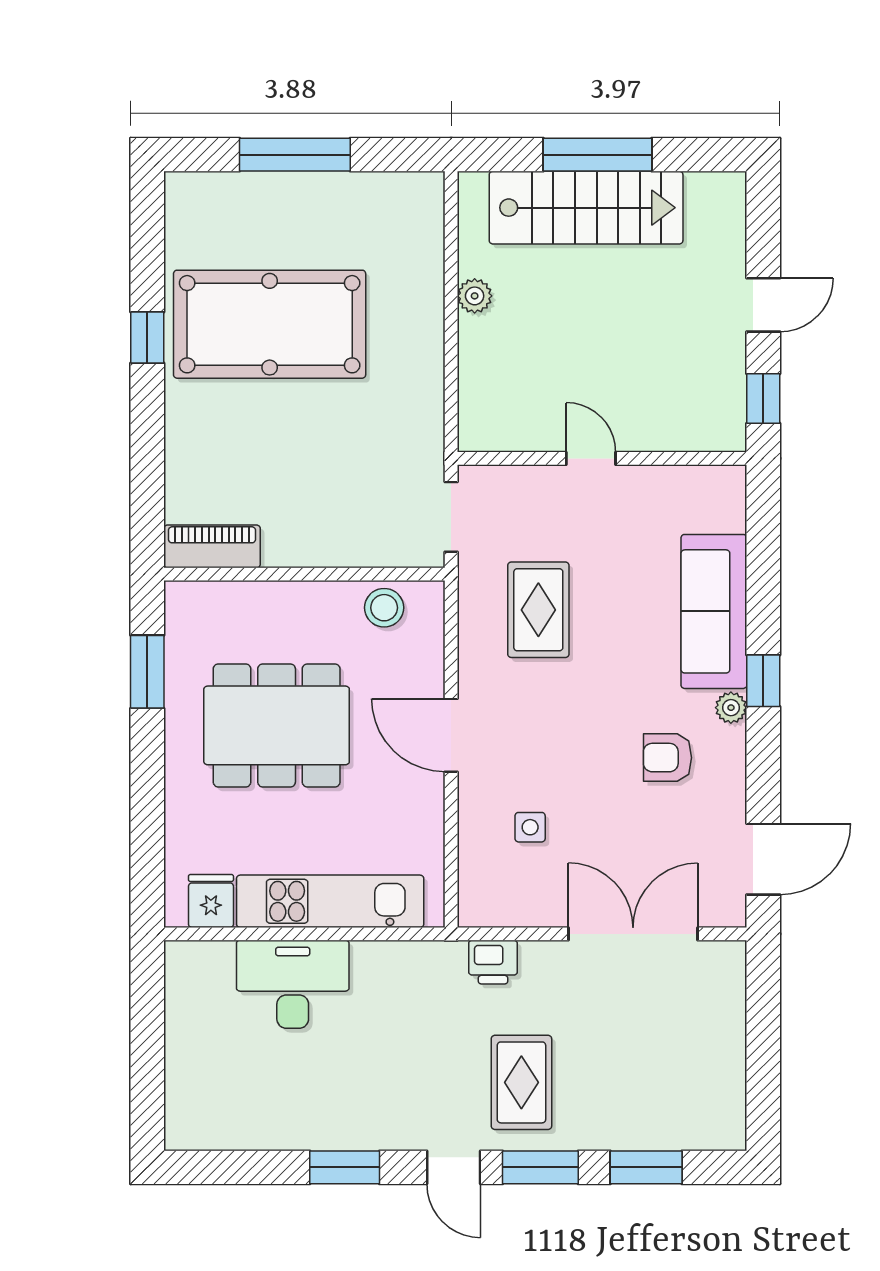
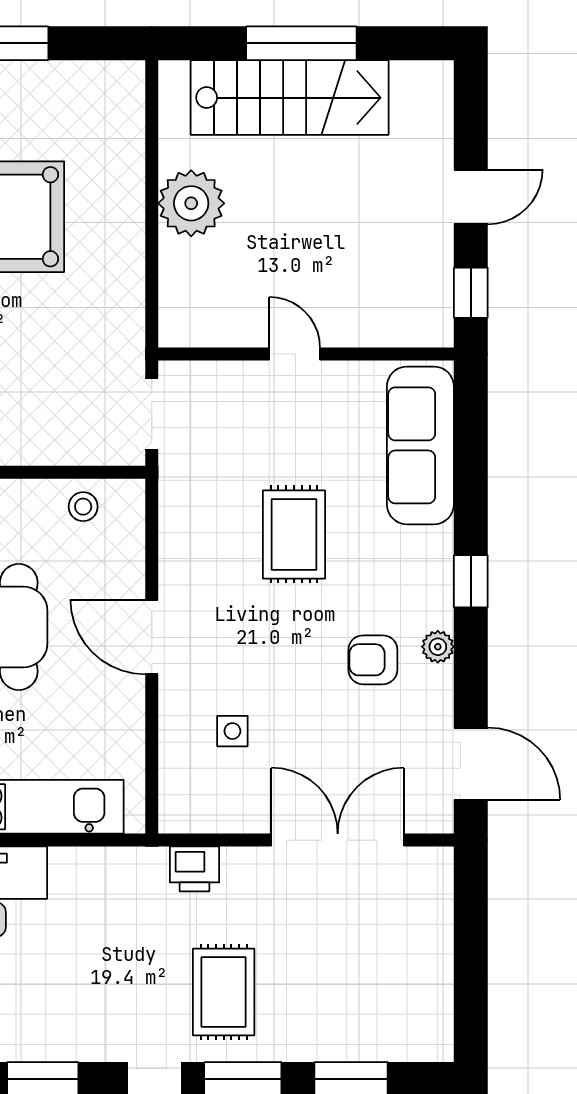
plant: (475, 296) -> (191, 203), width x1.88, depth x1.88
stool: (384, 608) -> (83, 507), width x0.73, depth x0.73
rug: (538, 610) -> (294, 534), moved
sofa: (714, 611) -> (420, 445), moved
plant: (731, 708) -> (438, 647), moved
door: (763, 859) -> (471, 764), hinge flipped

